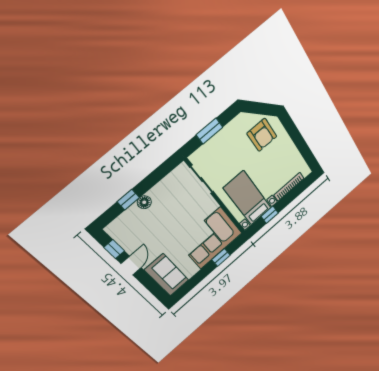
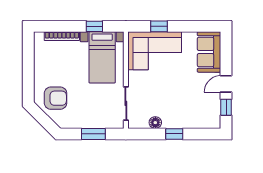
armchair: (262, 135) -> (56, 98), turned 90
window: (128, 200) -> (174, 134), moved
floor lamp: (144, 202) -> (155, 123), moved

